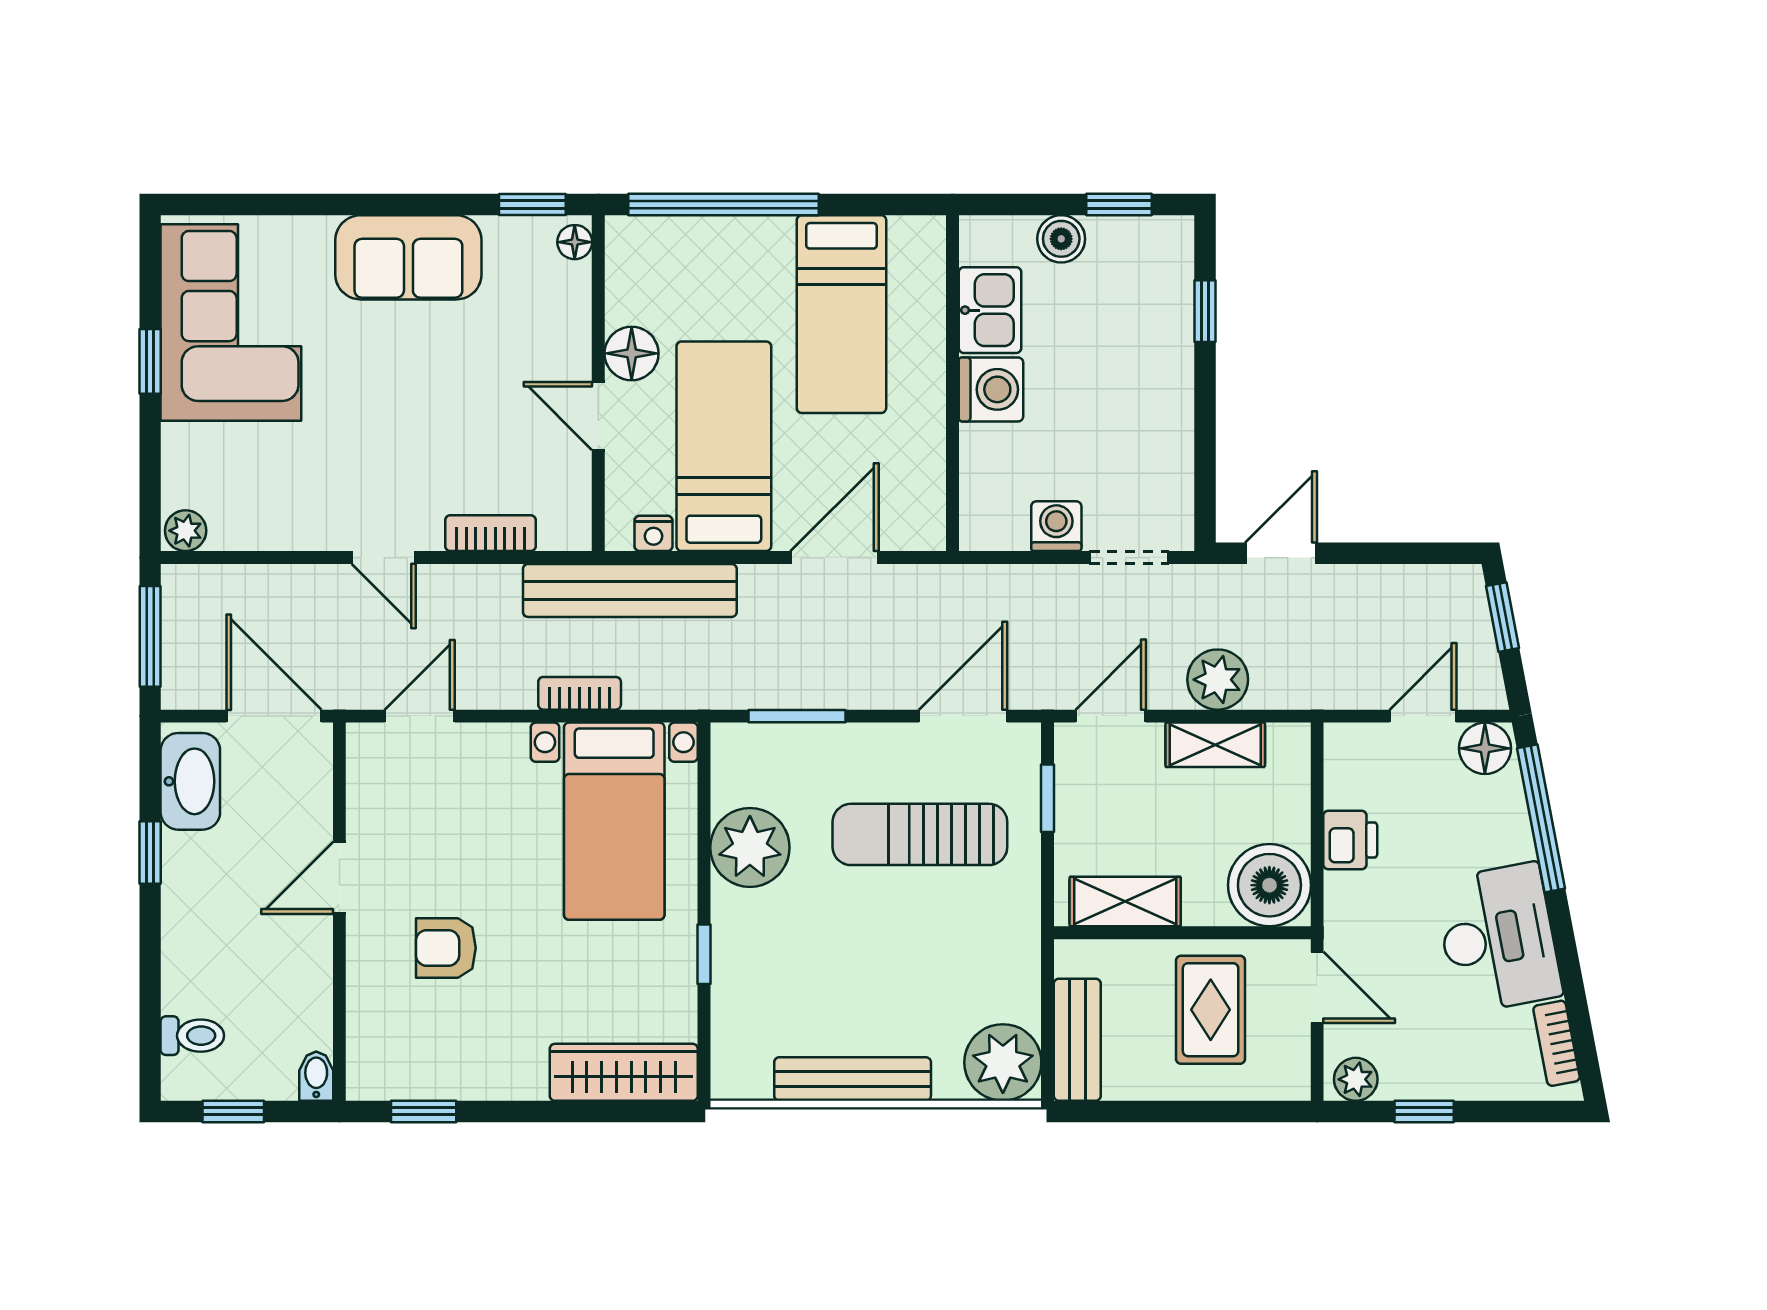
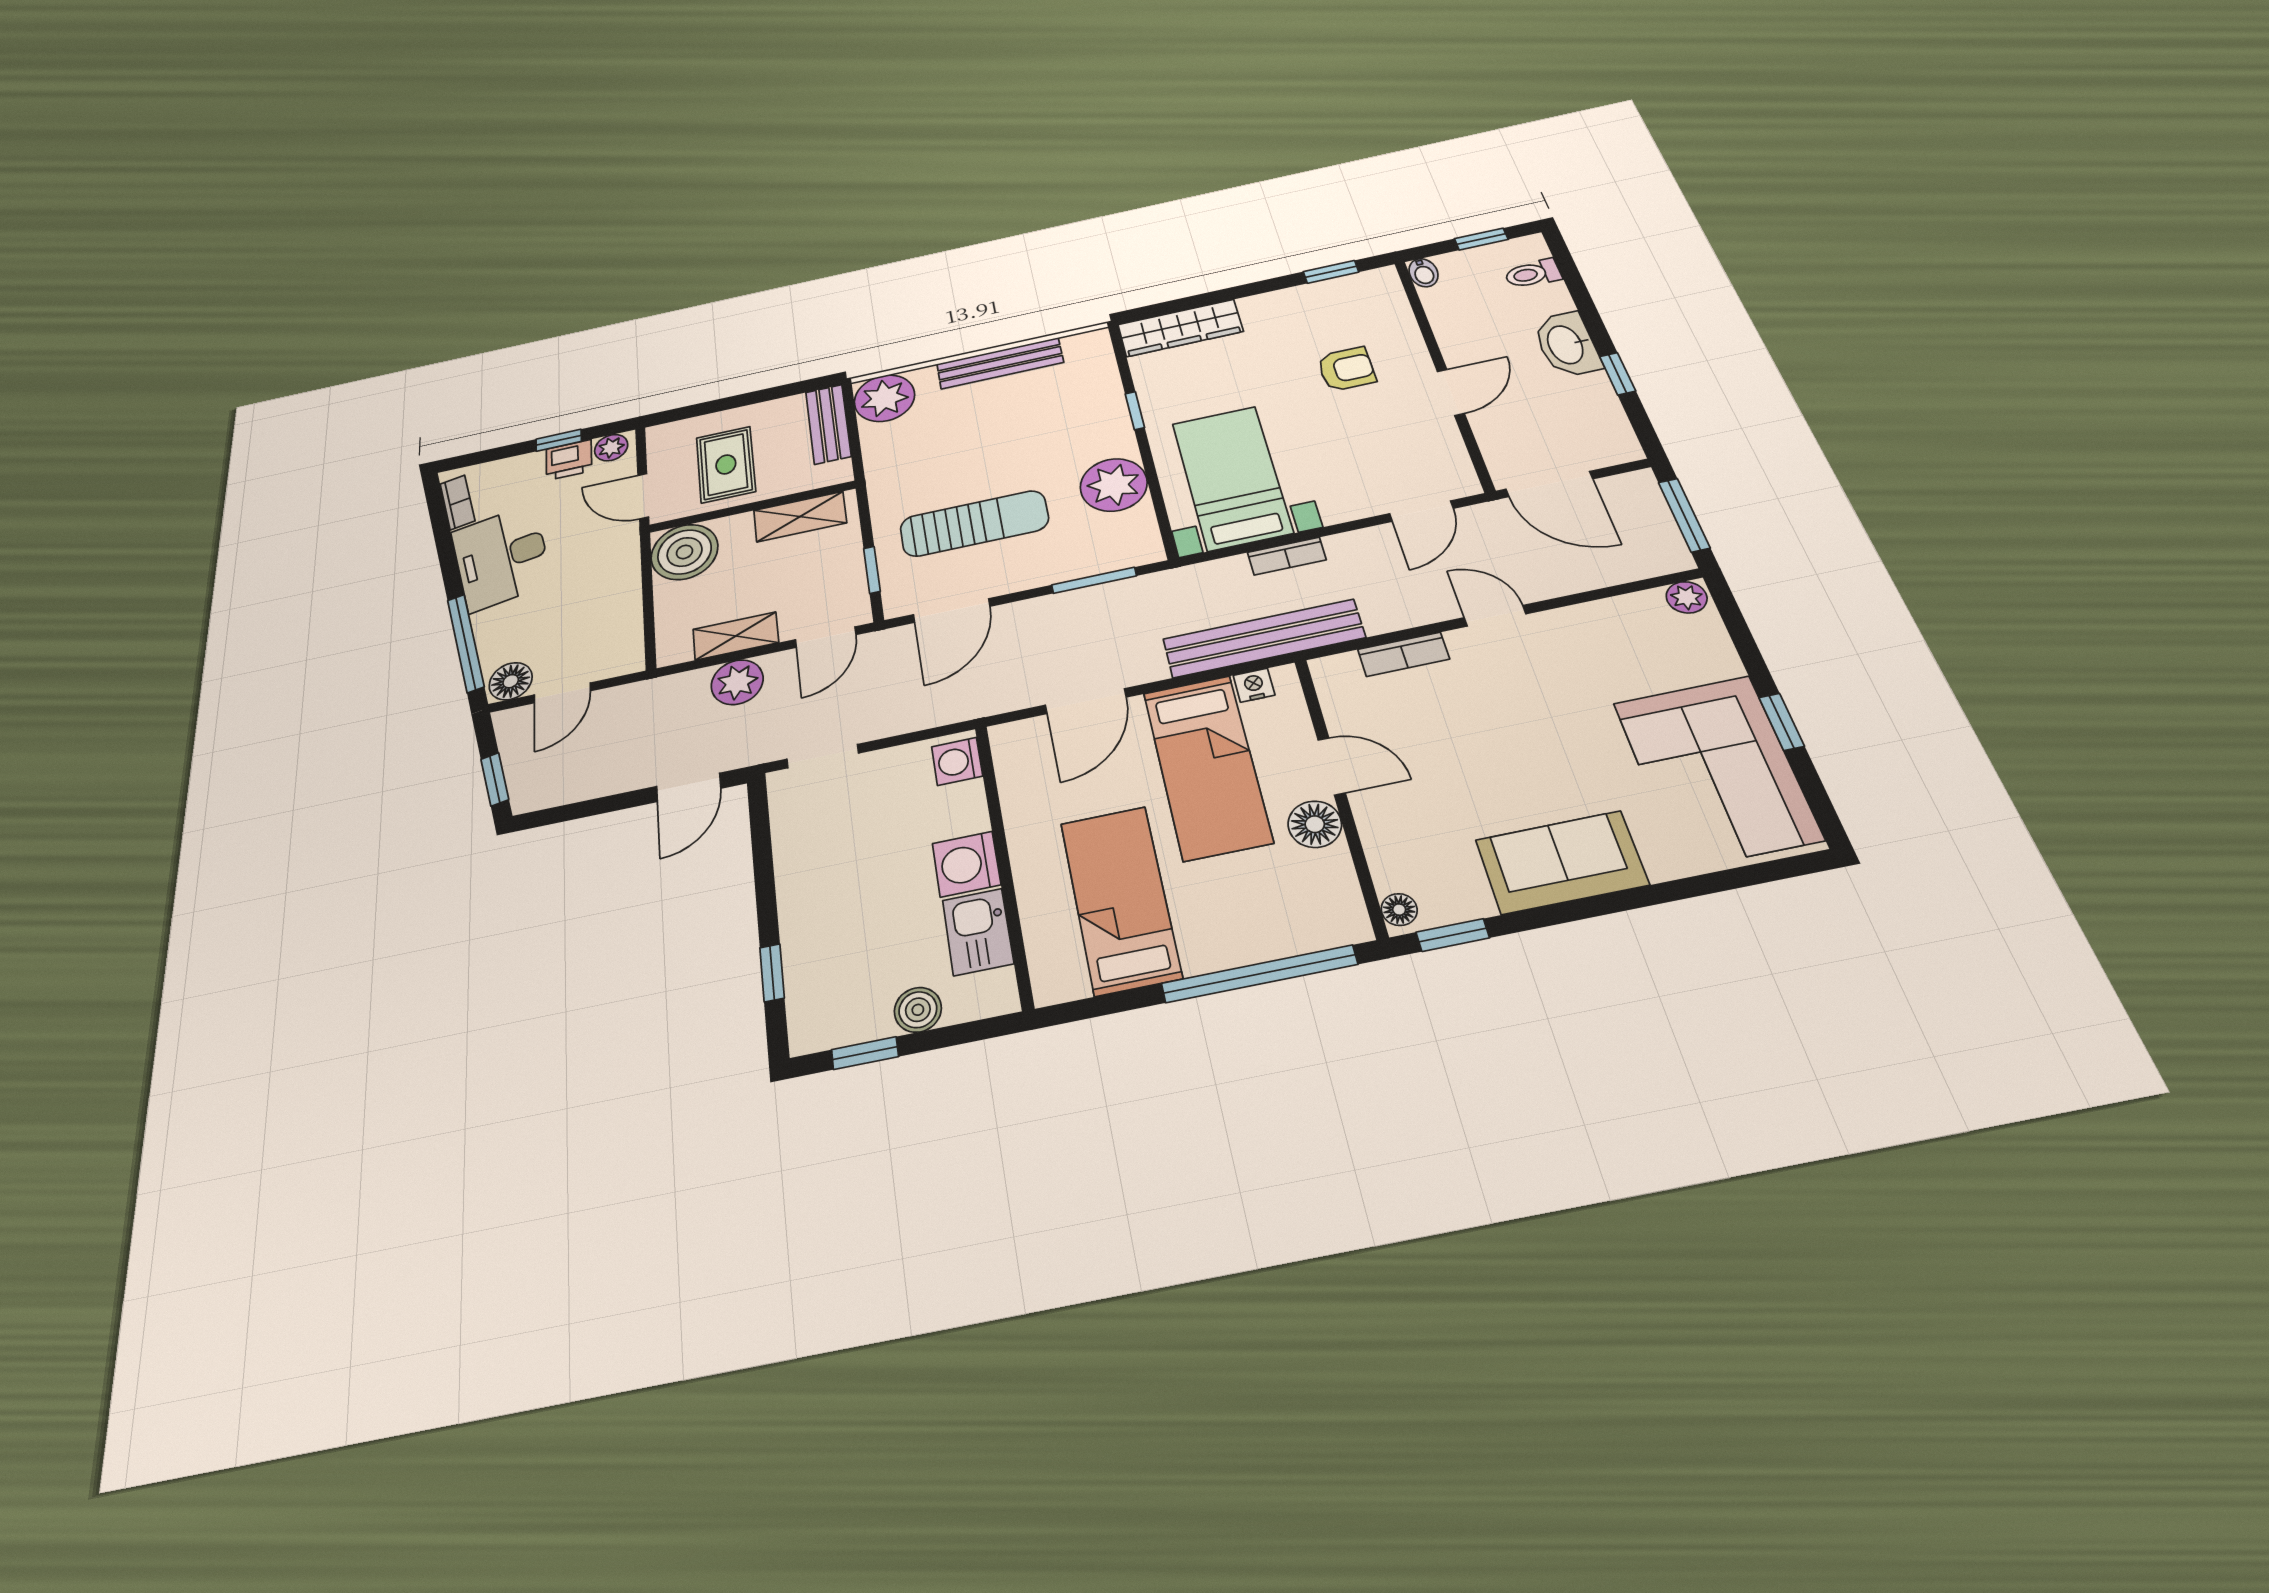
washing machine: (1056, 526) -> (957, 761), moved, turned 90
washbasin: (190, 781) -> (1567, 344), moved
printer: (1350, 840) -> (569, 460), moved, turned -90

